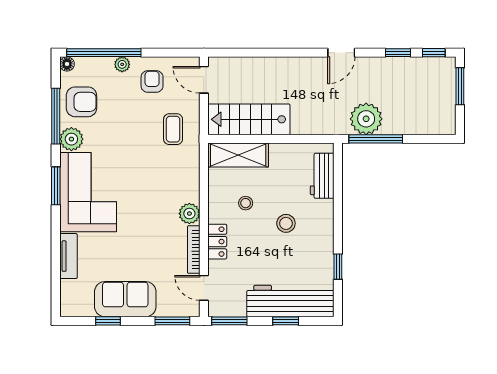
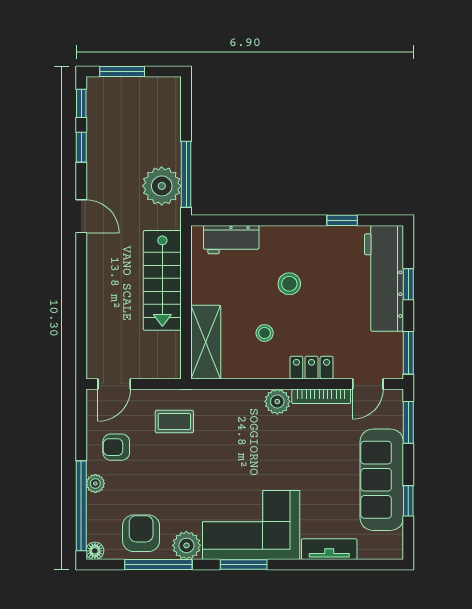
stairs: (249, 119) -> (162, 280), moved
sofa: (125, 299) -> (382, 480), width x1.36

